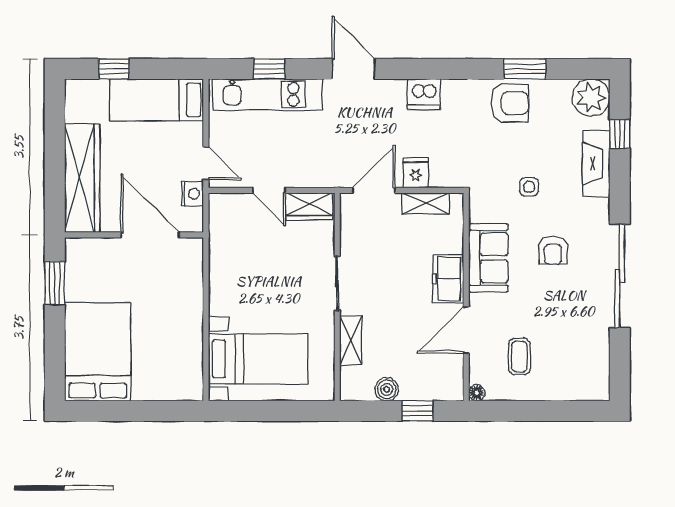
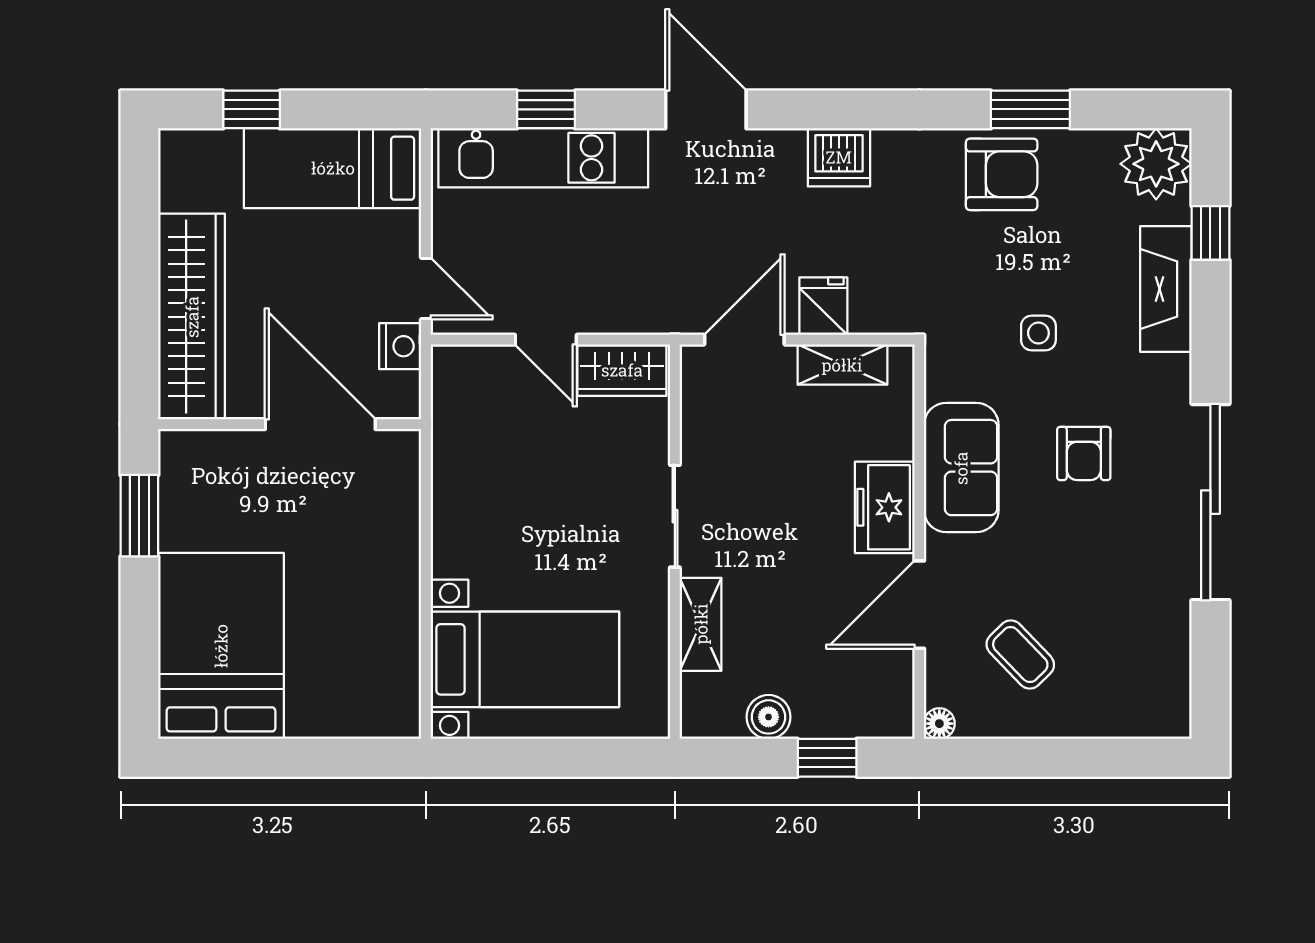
coffee table: (519, 356) -> (1020, 654), turned -44

